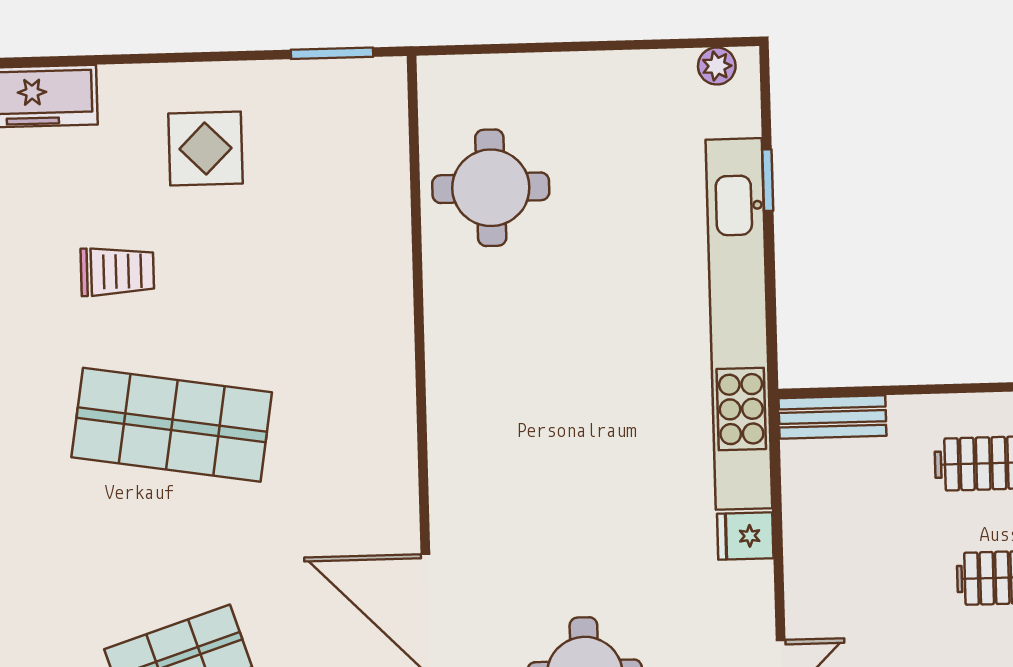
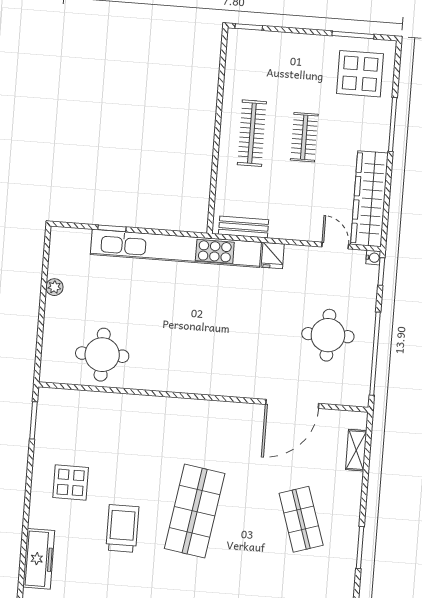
plant: (717, 66) -> (54, 287), moved
trolley: (117, 271) -> (122, 528), width x1.36, depth x1.39
bench: (832, 417) -> (244, 227), moved, turned 90

